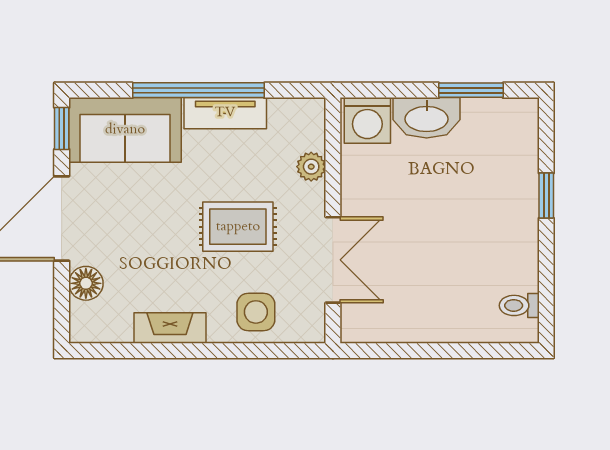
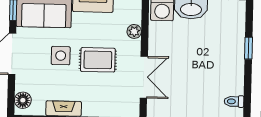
floor lamp: (86, 283) -> (23, 100), moved
side table: (256, 312) -> (61, 56), moved

